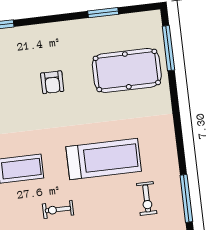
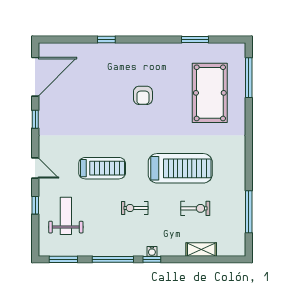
pool table: (127, 70) -> (210, 93), turned 90
exercise bike: (147, 198) -> (195, 208), moved, turned -90

